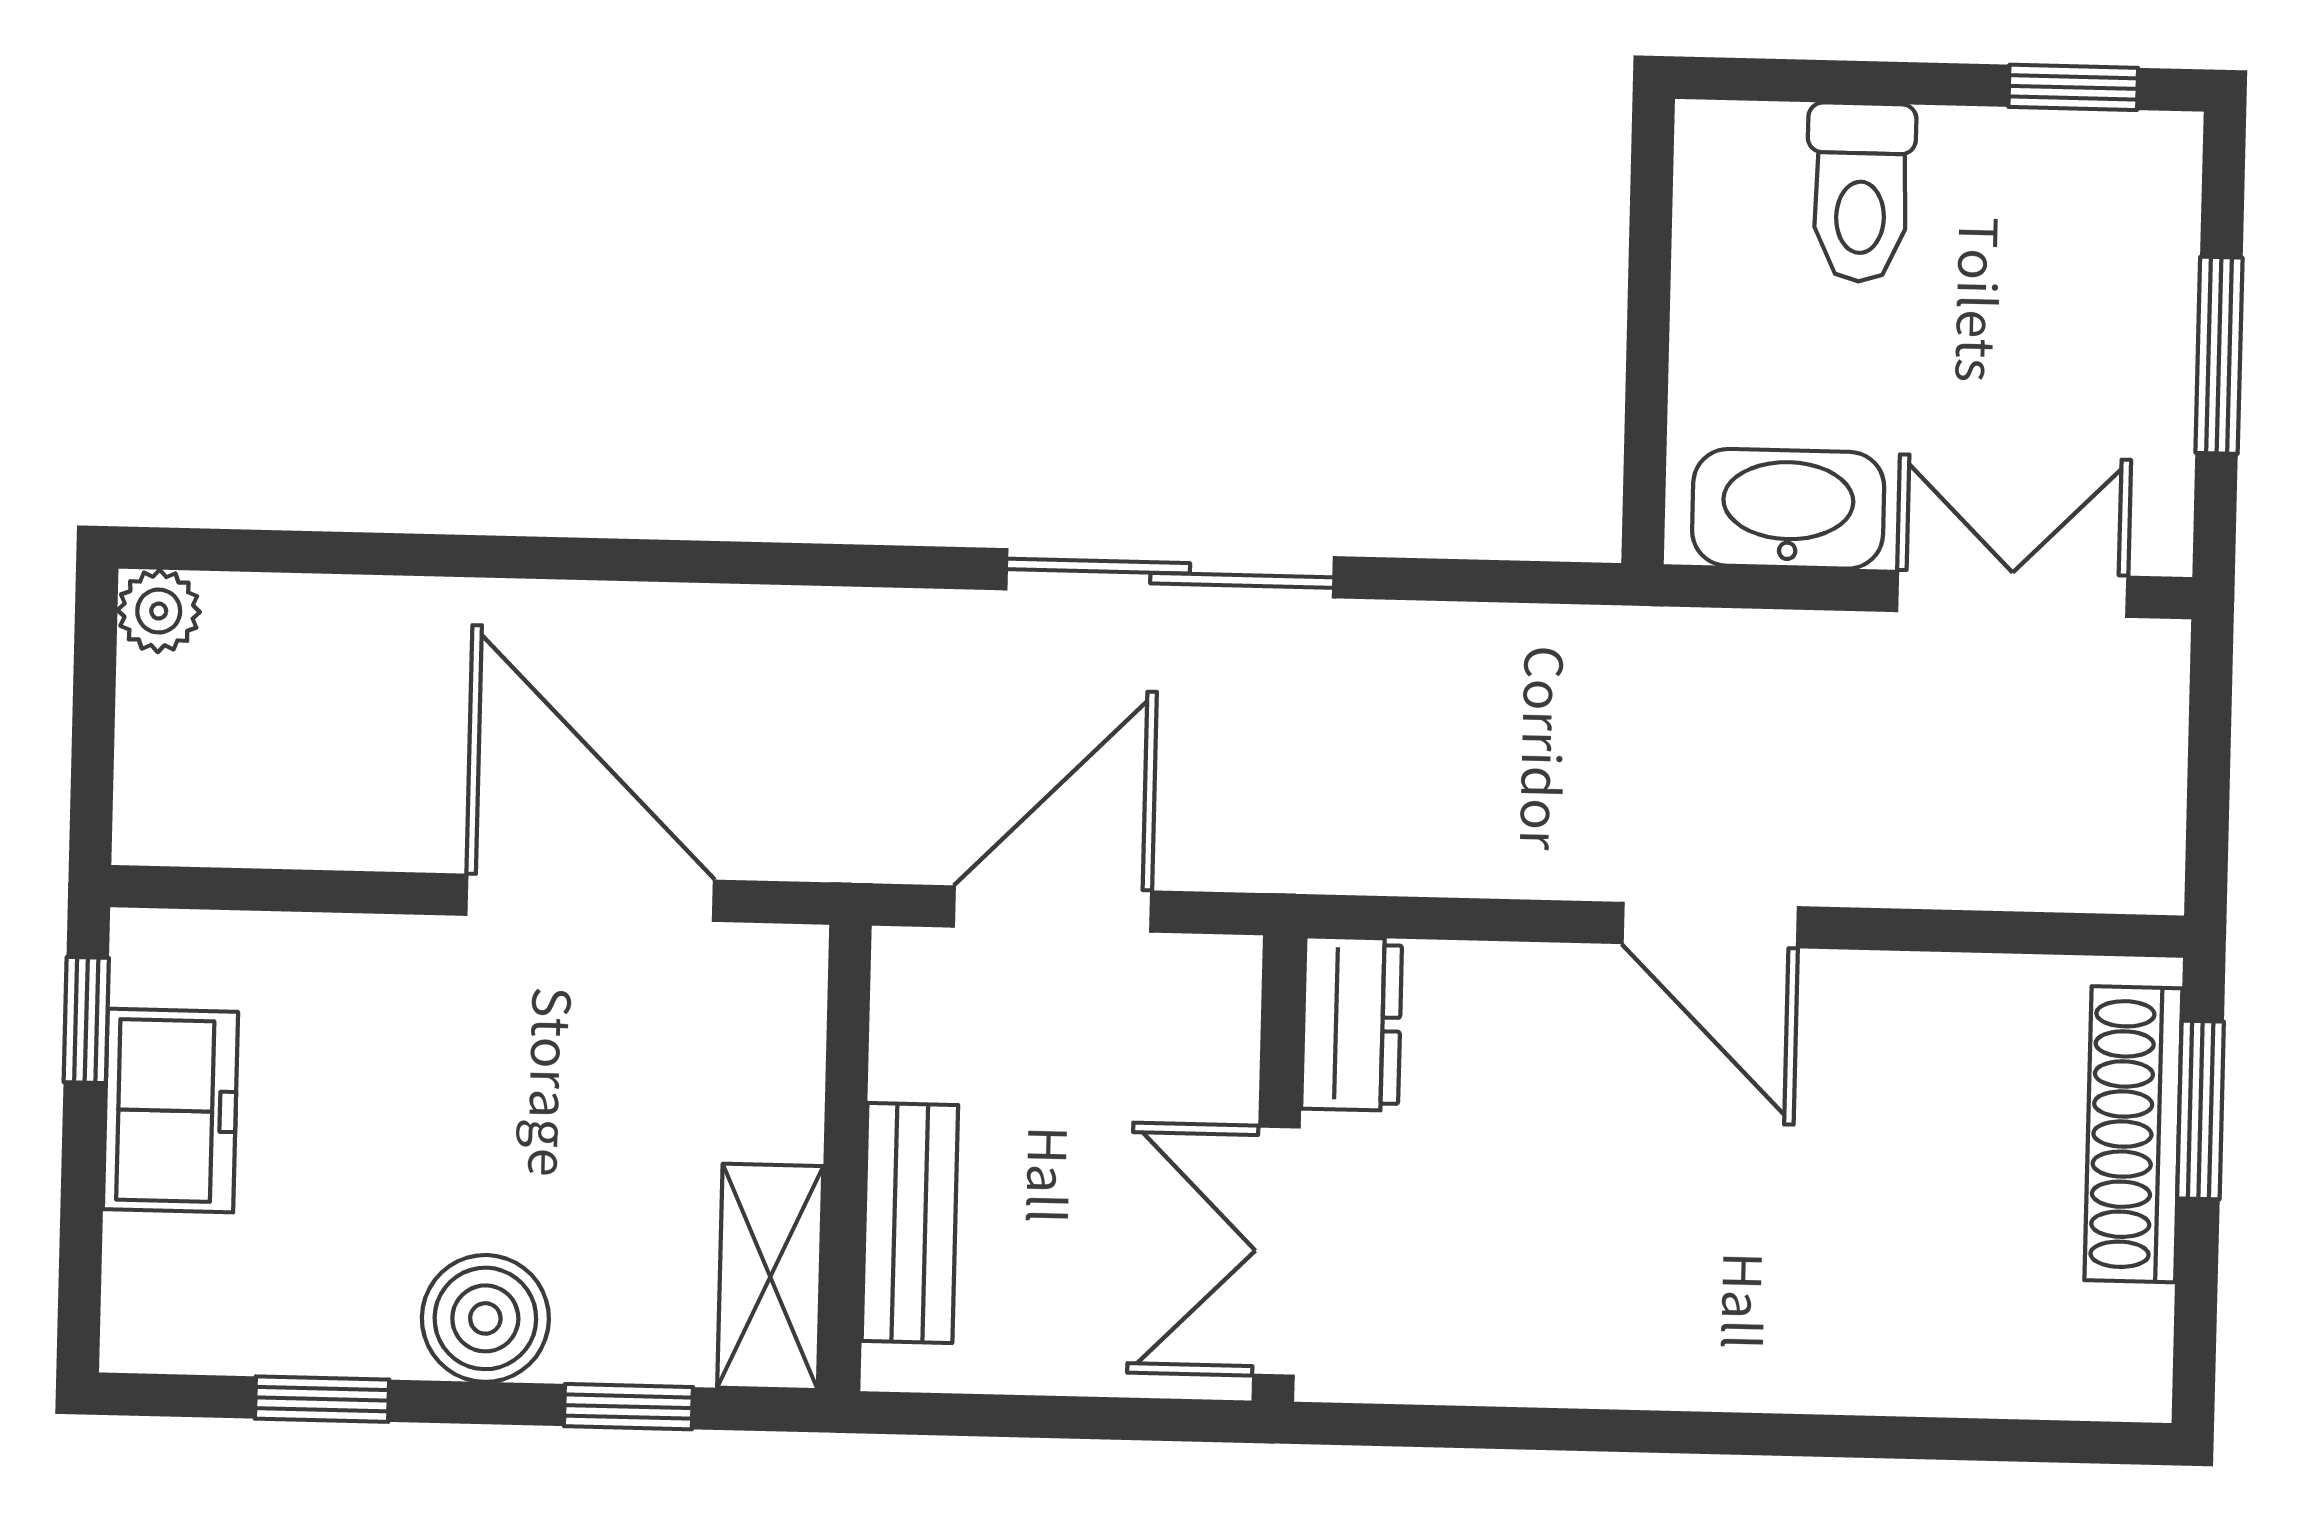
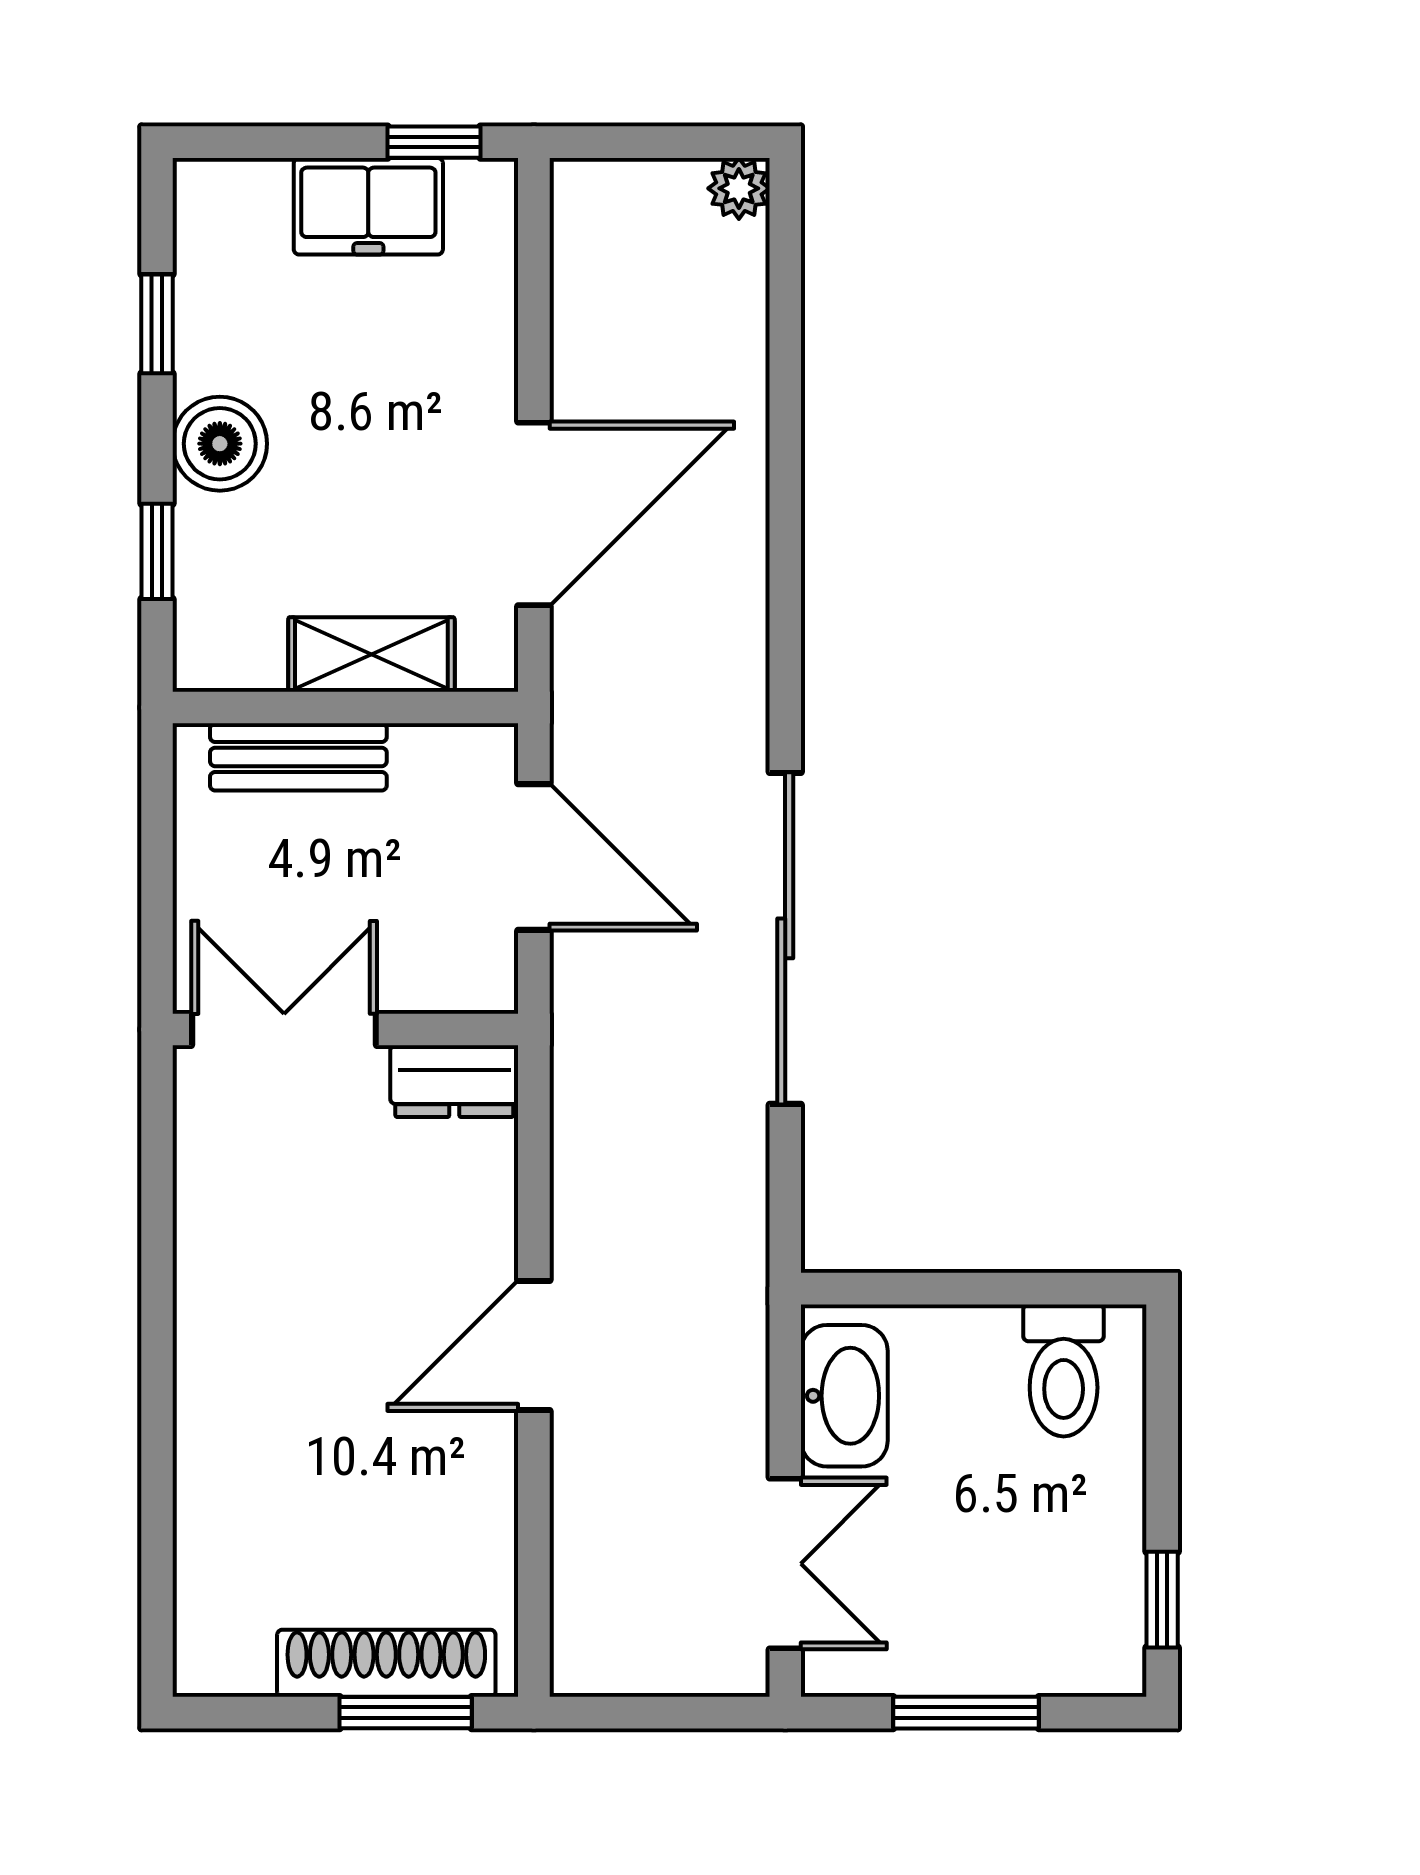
toilet: (1861, 192) -> (1064, 1370), moved, turned -90
sliding door: (1170, 573) -> (785, 938), width x1.36
shelving: (770, 1277) -> (371, 654), moved

